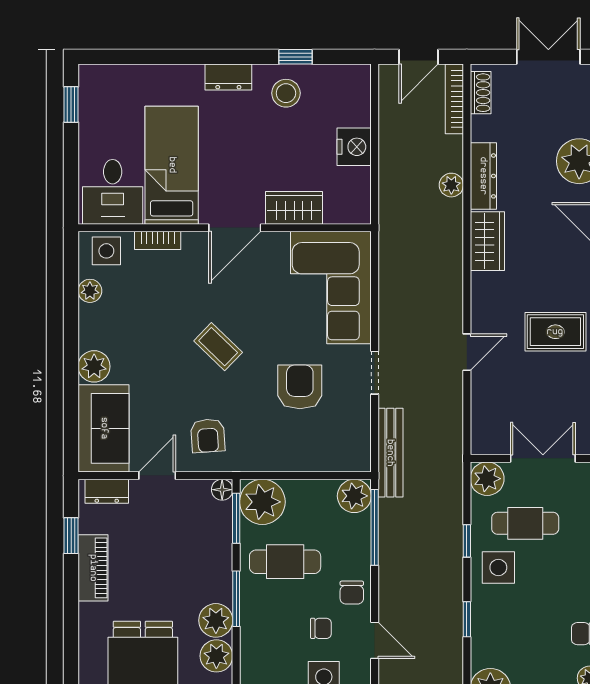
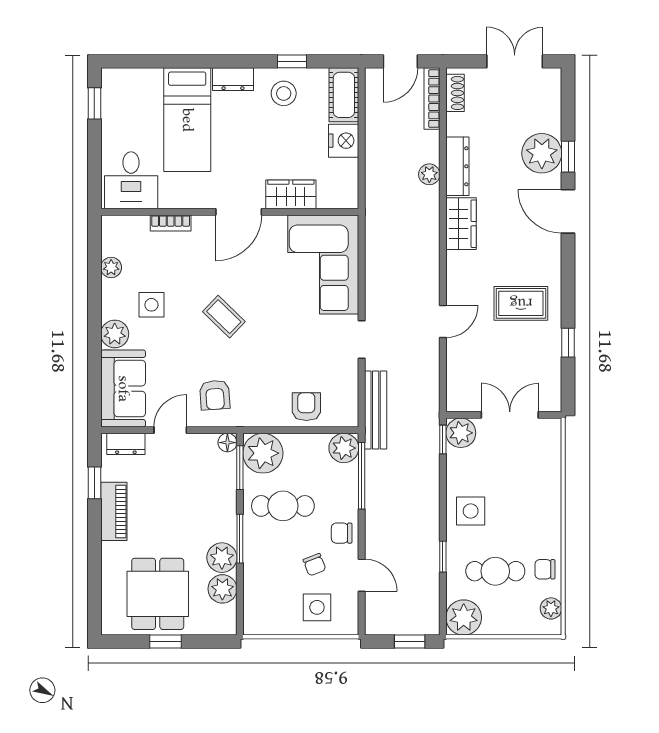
cot: (354, 95) -> (344, 95), added
bed: (172, 165) -> (187, 120), moved, turned 180
side table: (106, 251) -> (151, 305), moved
armchair: (300, 387) -> (306, 407), moved, width x0.72, depth x0.72
cafe table: (525, 523) -> (495, 571), moved
window: (467, 541) -> (443, 439), moved
chair: (352, 593) -> (342, 533), turned 90
chair: (321, 628) -> (314, 565), turned 69

